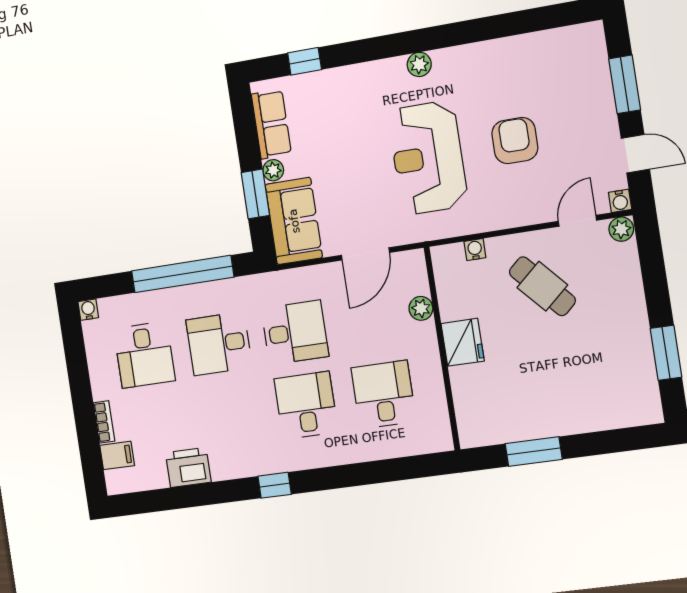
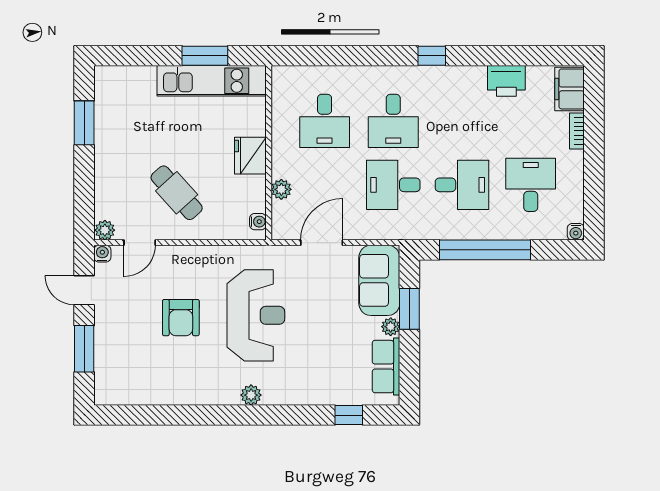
water cooler: (475, 249) -> (258, 222), moved, turned -90
kitchen unit: (521, 423) -> (212, 81), added
filing cabinet: (117, 455) -> (570, 89), width x2.00

